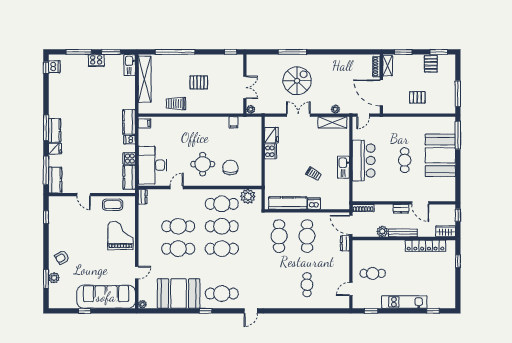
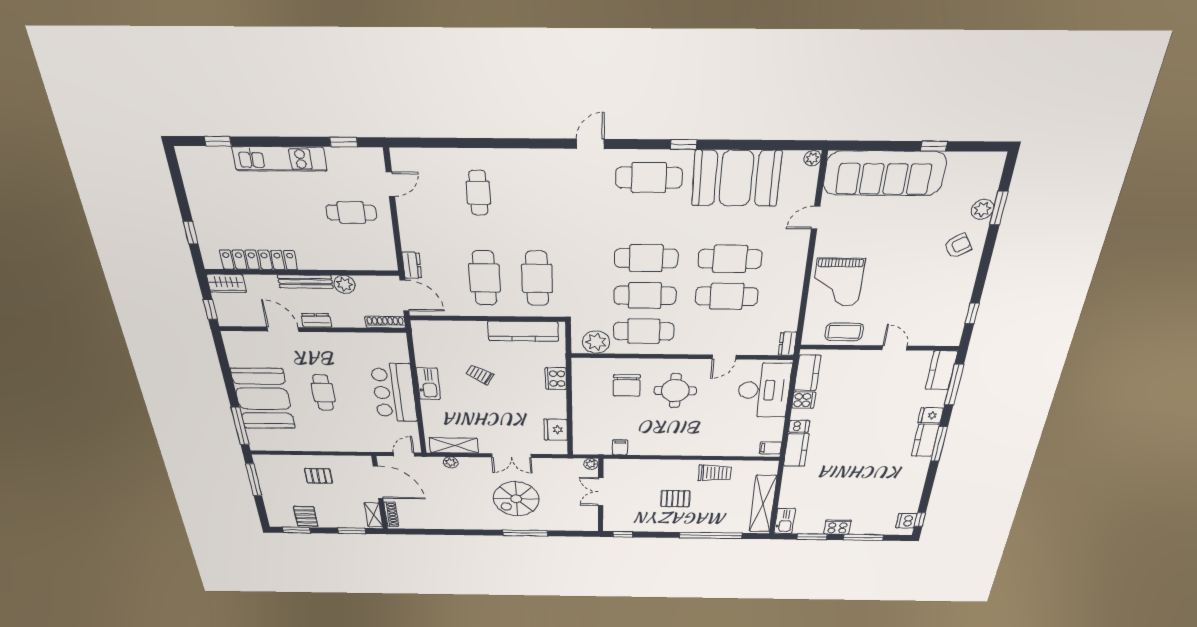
cooker: (271, 151) -> (556, 379), moved
dishwasher: (314, 204) -> (476, 330), removed

